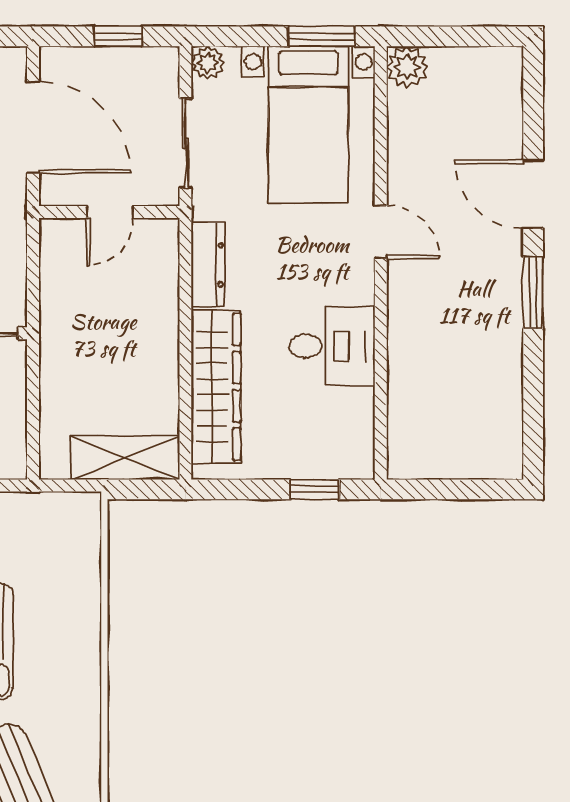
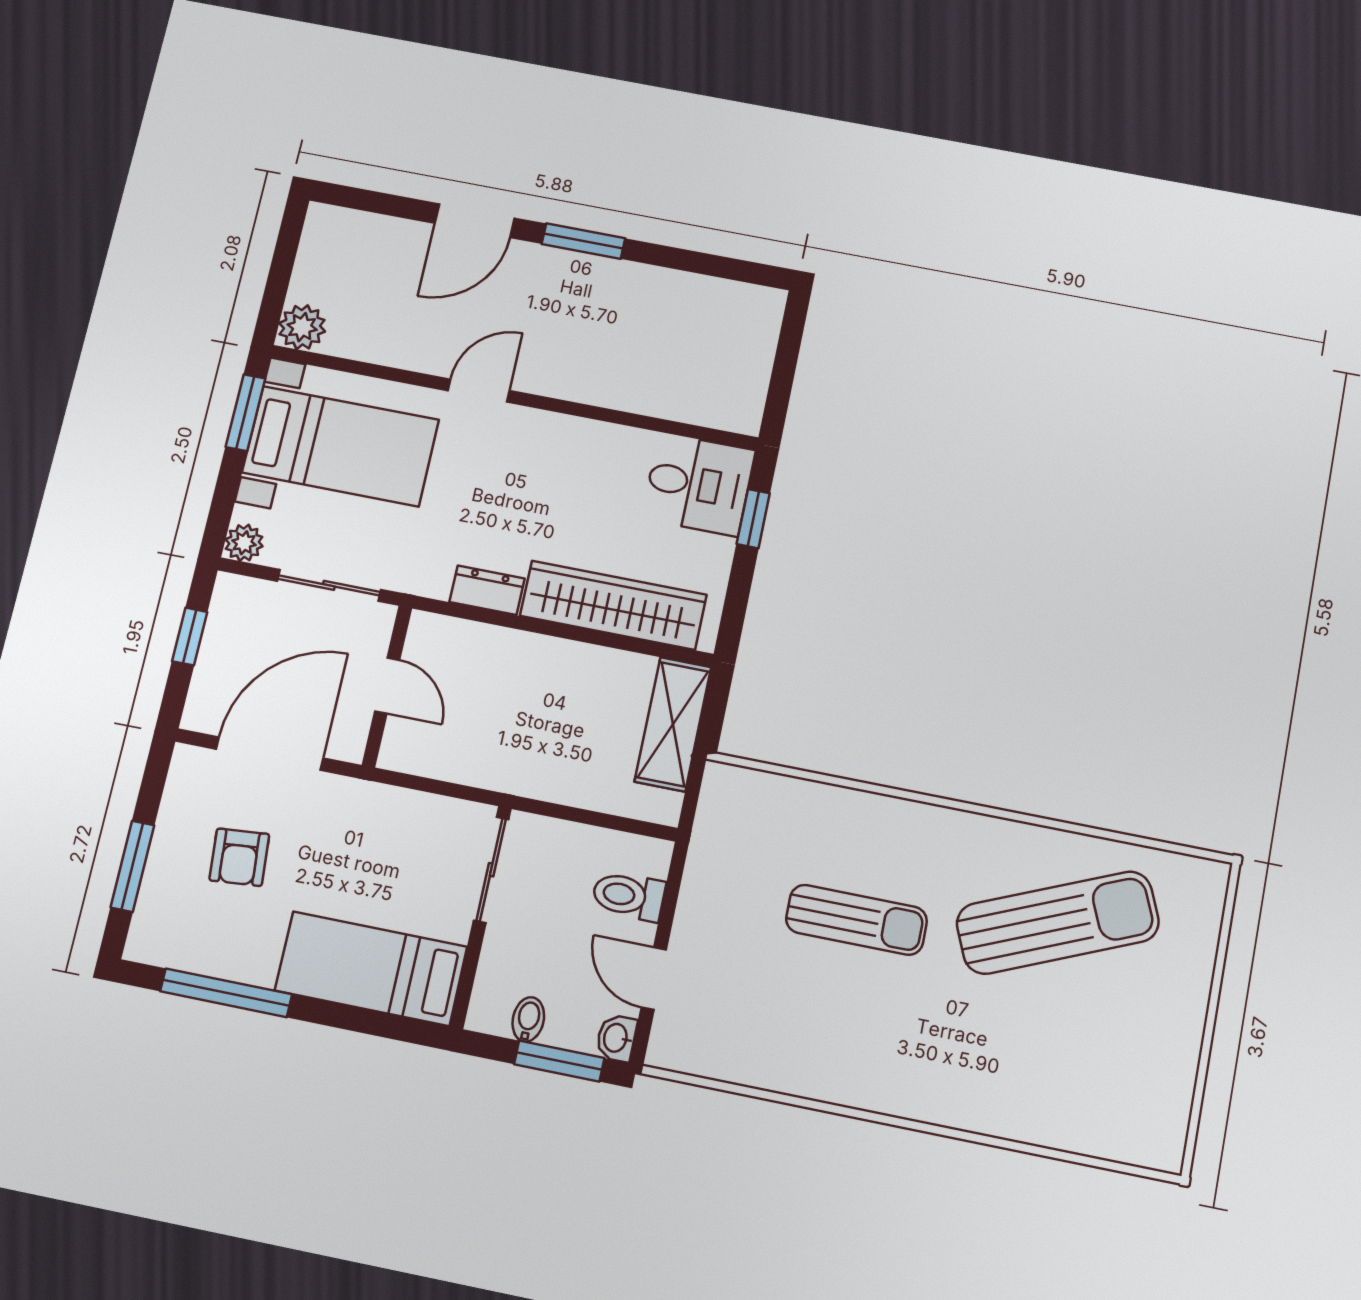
dresser: (208, 265) -> (487, 590), width x0.70
desk: (332, 346) -> (698, 484), moved, turned 90

